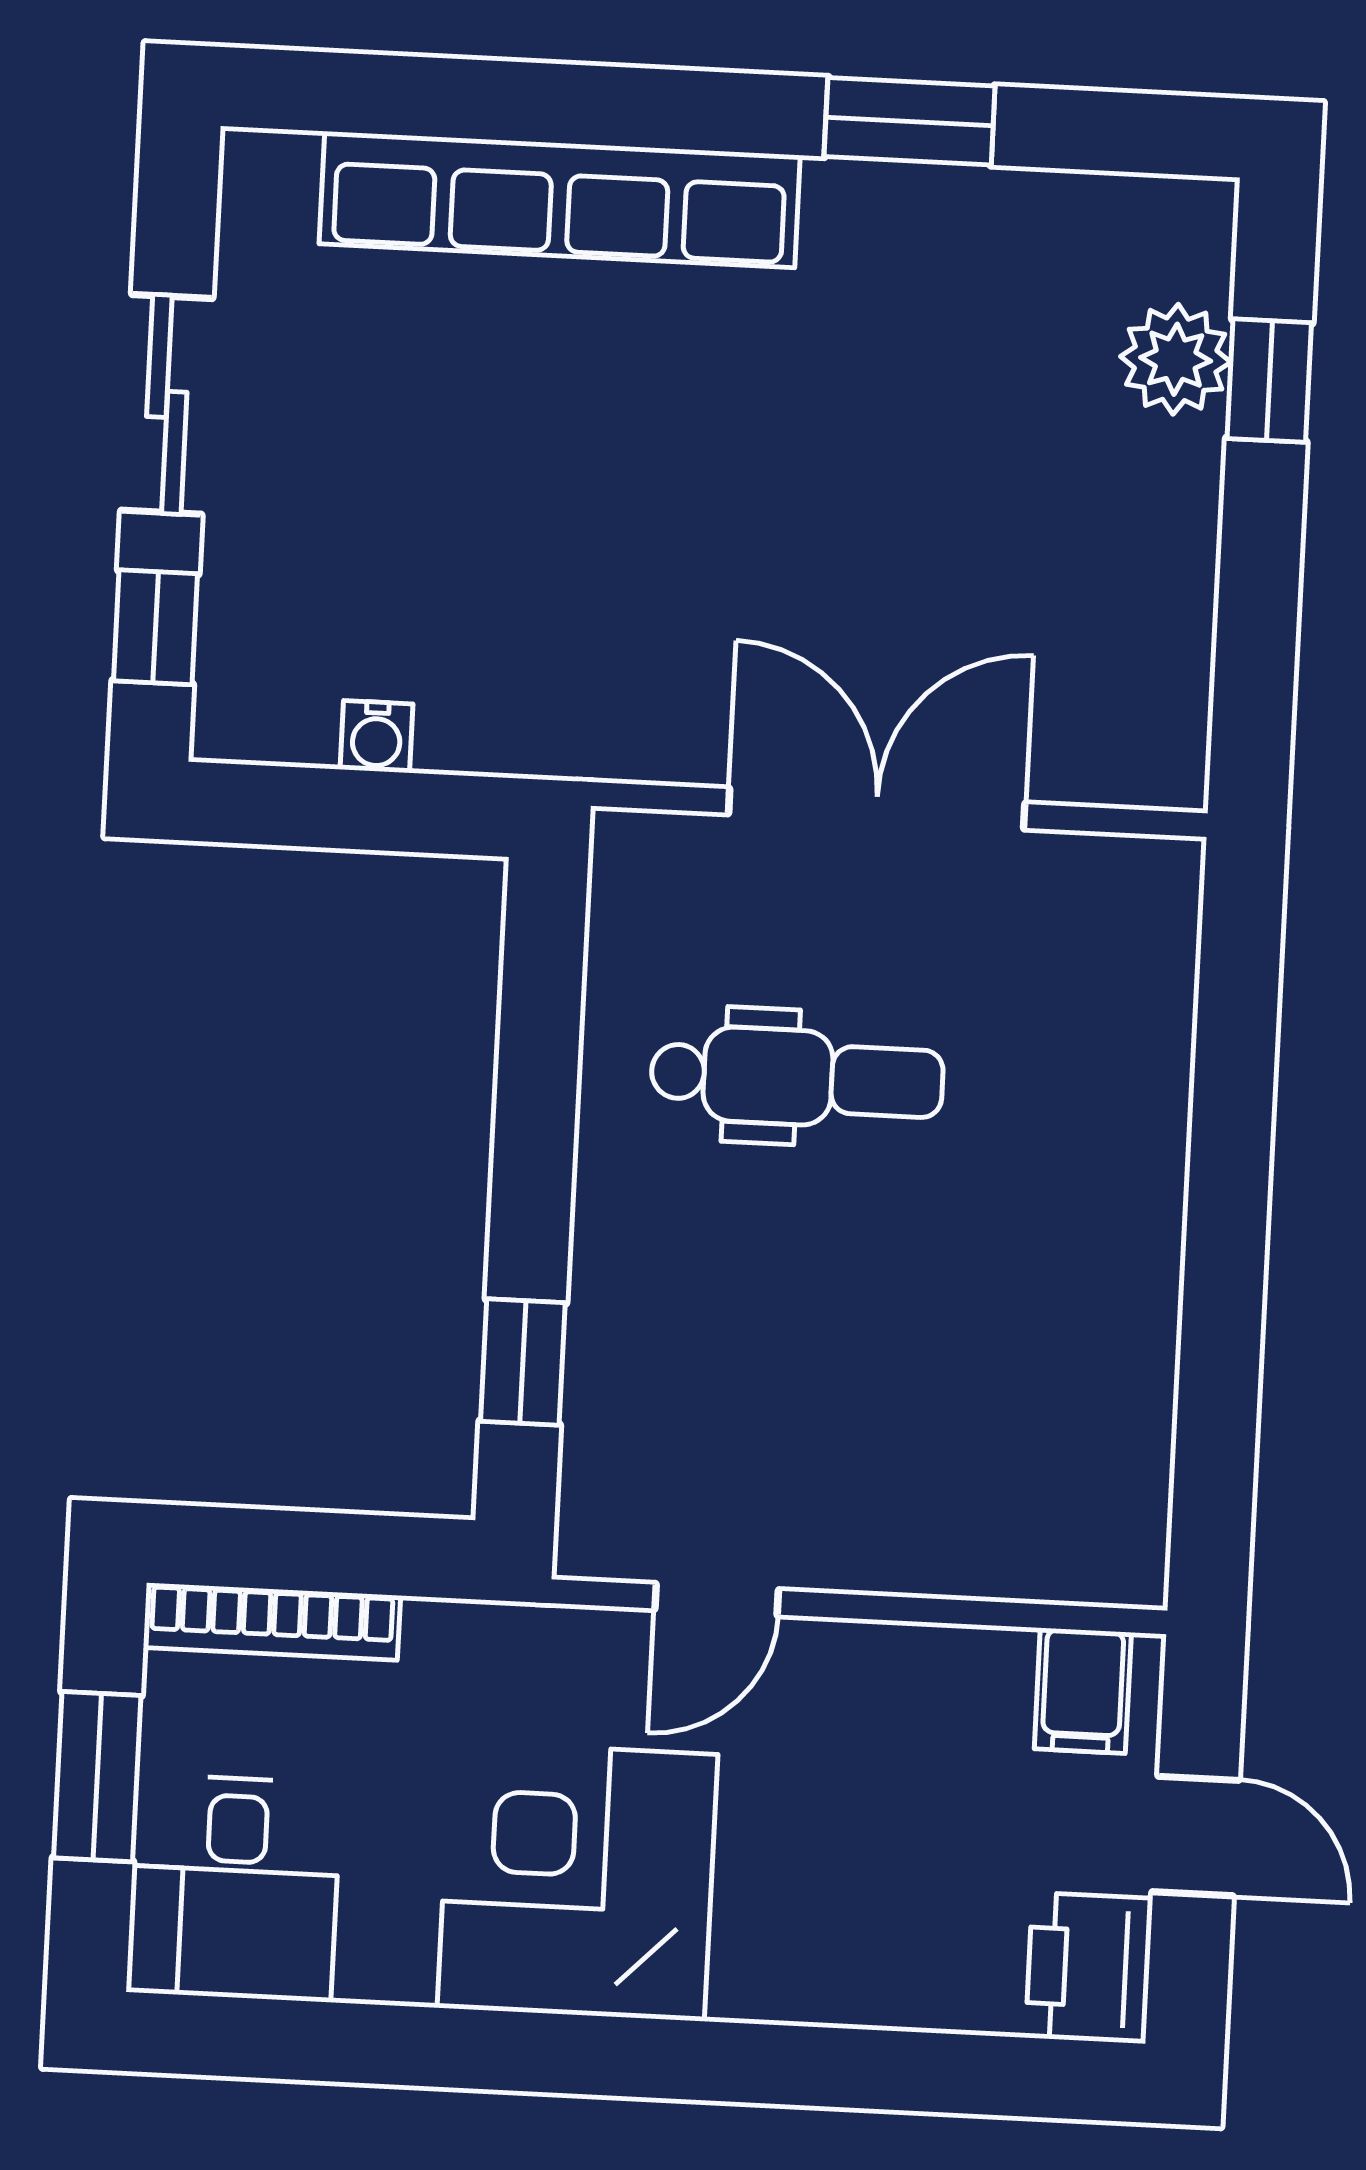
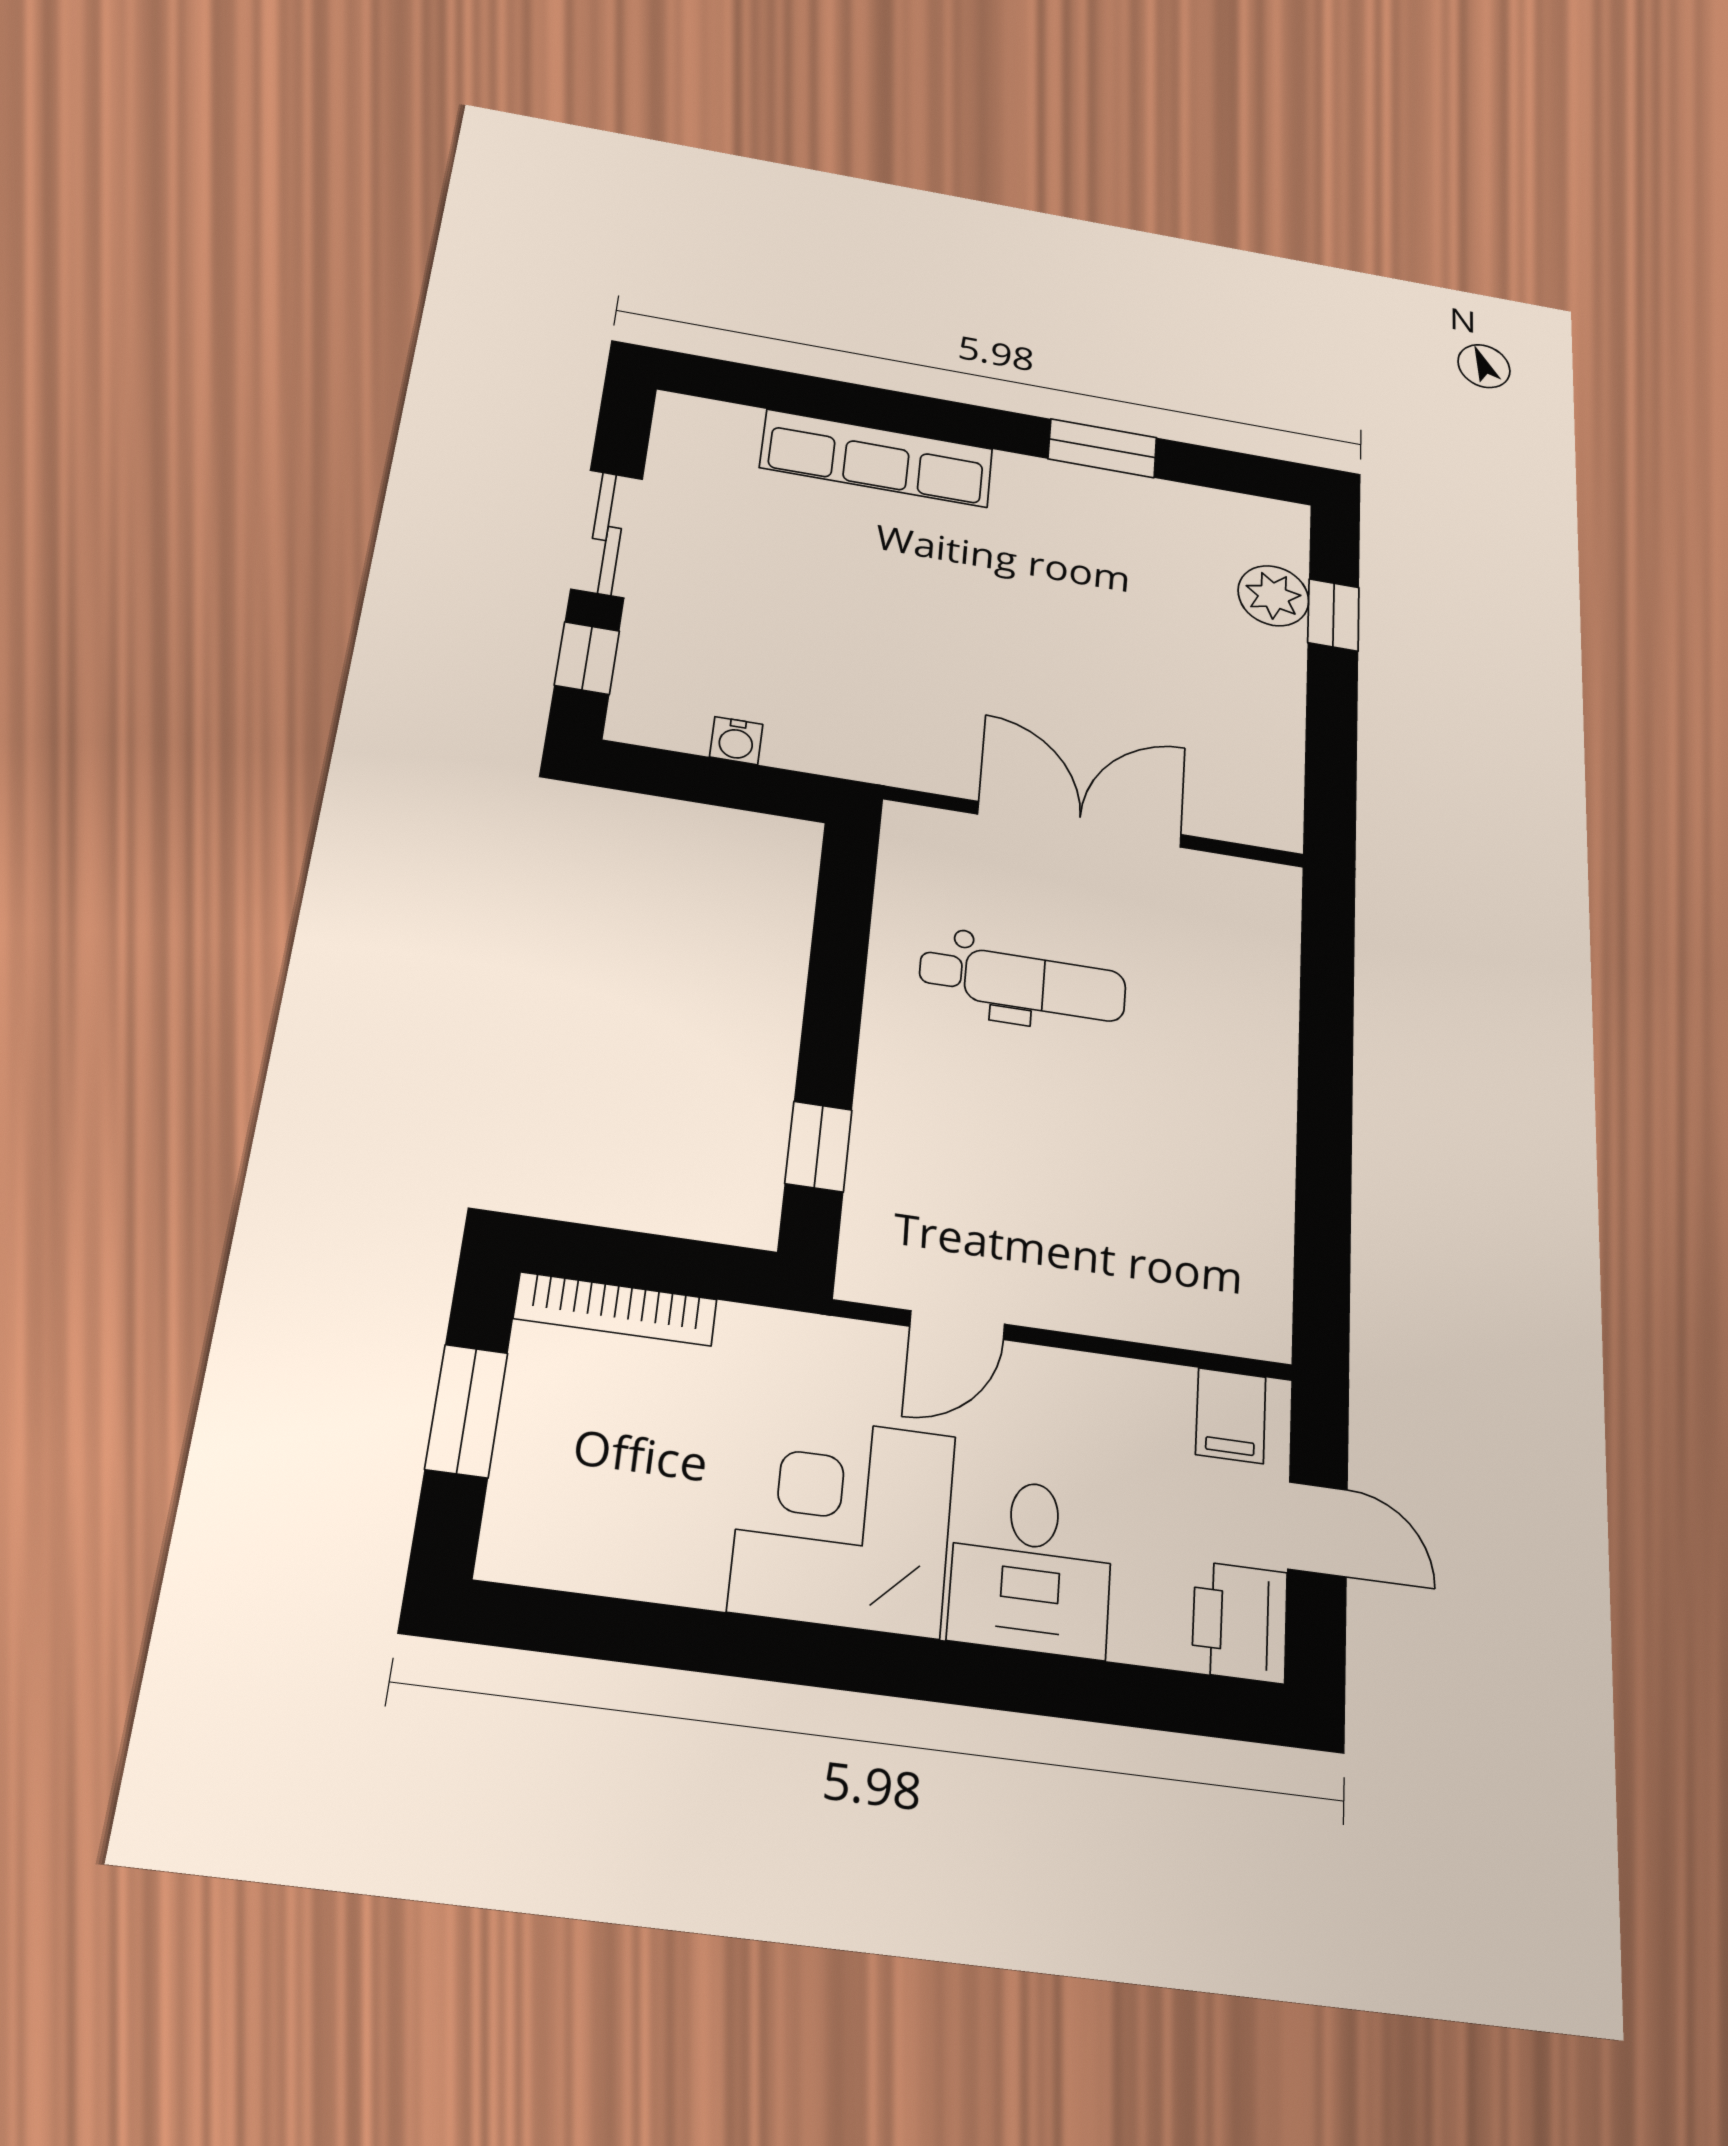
row of seats: (560, 200) -> (877, 458), width x0.73
desk: (235, 1888) -> (1031, 1566), moved

